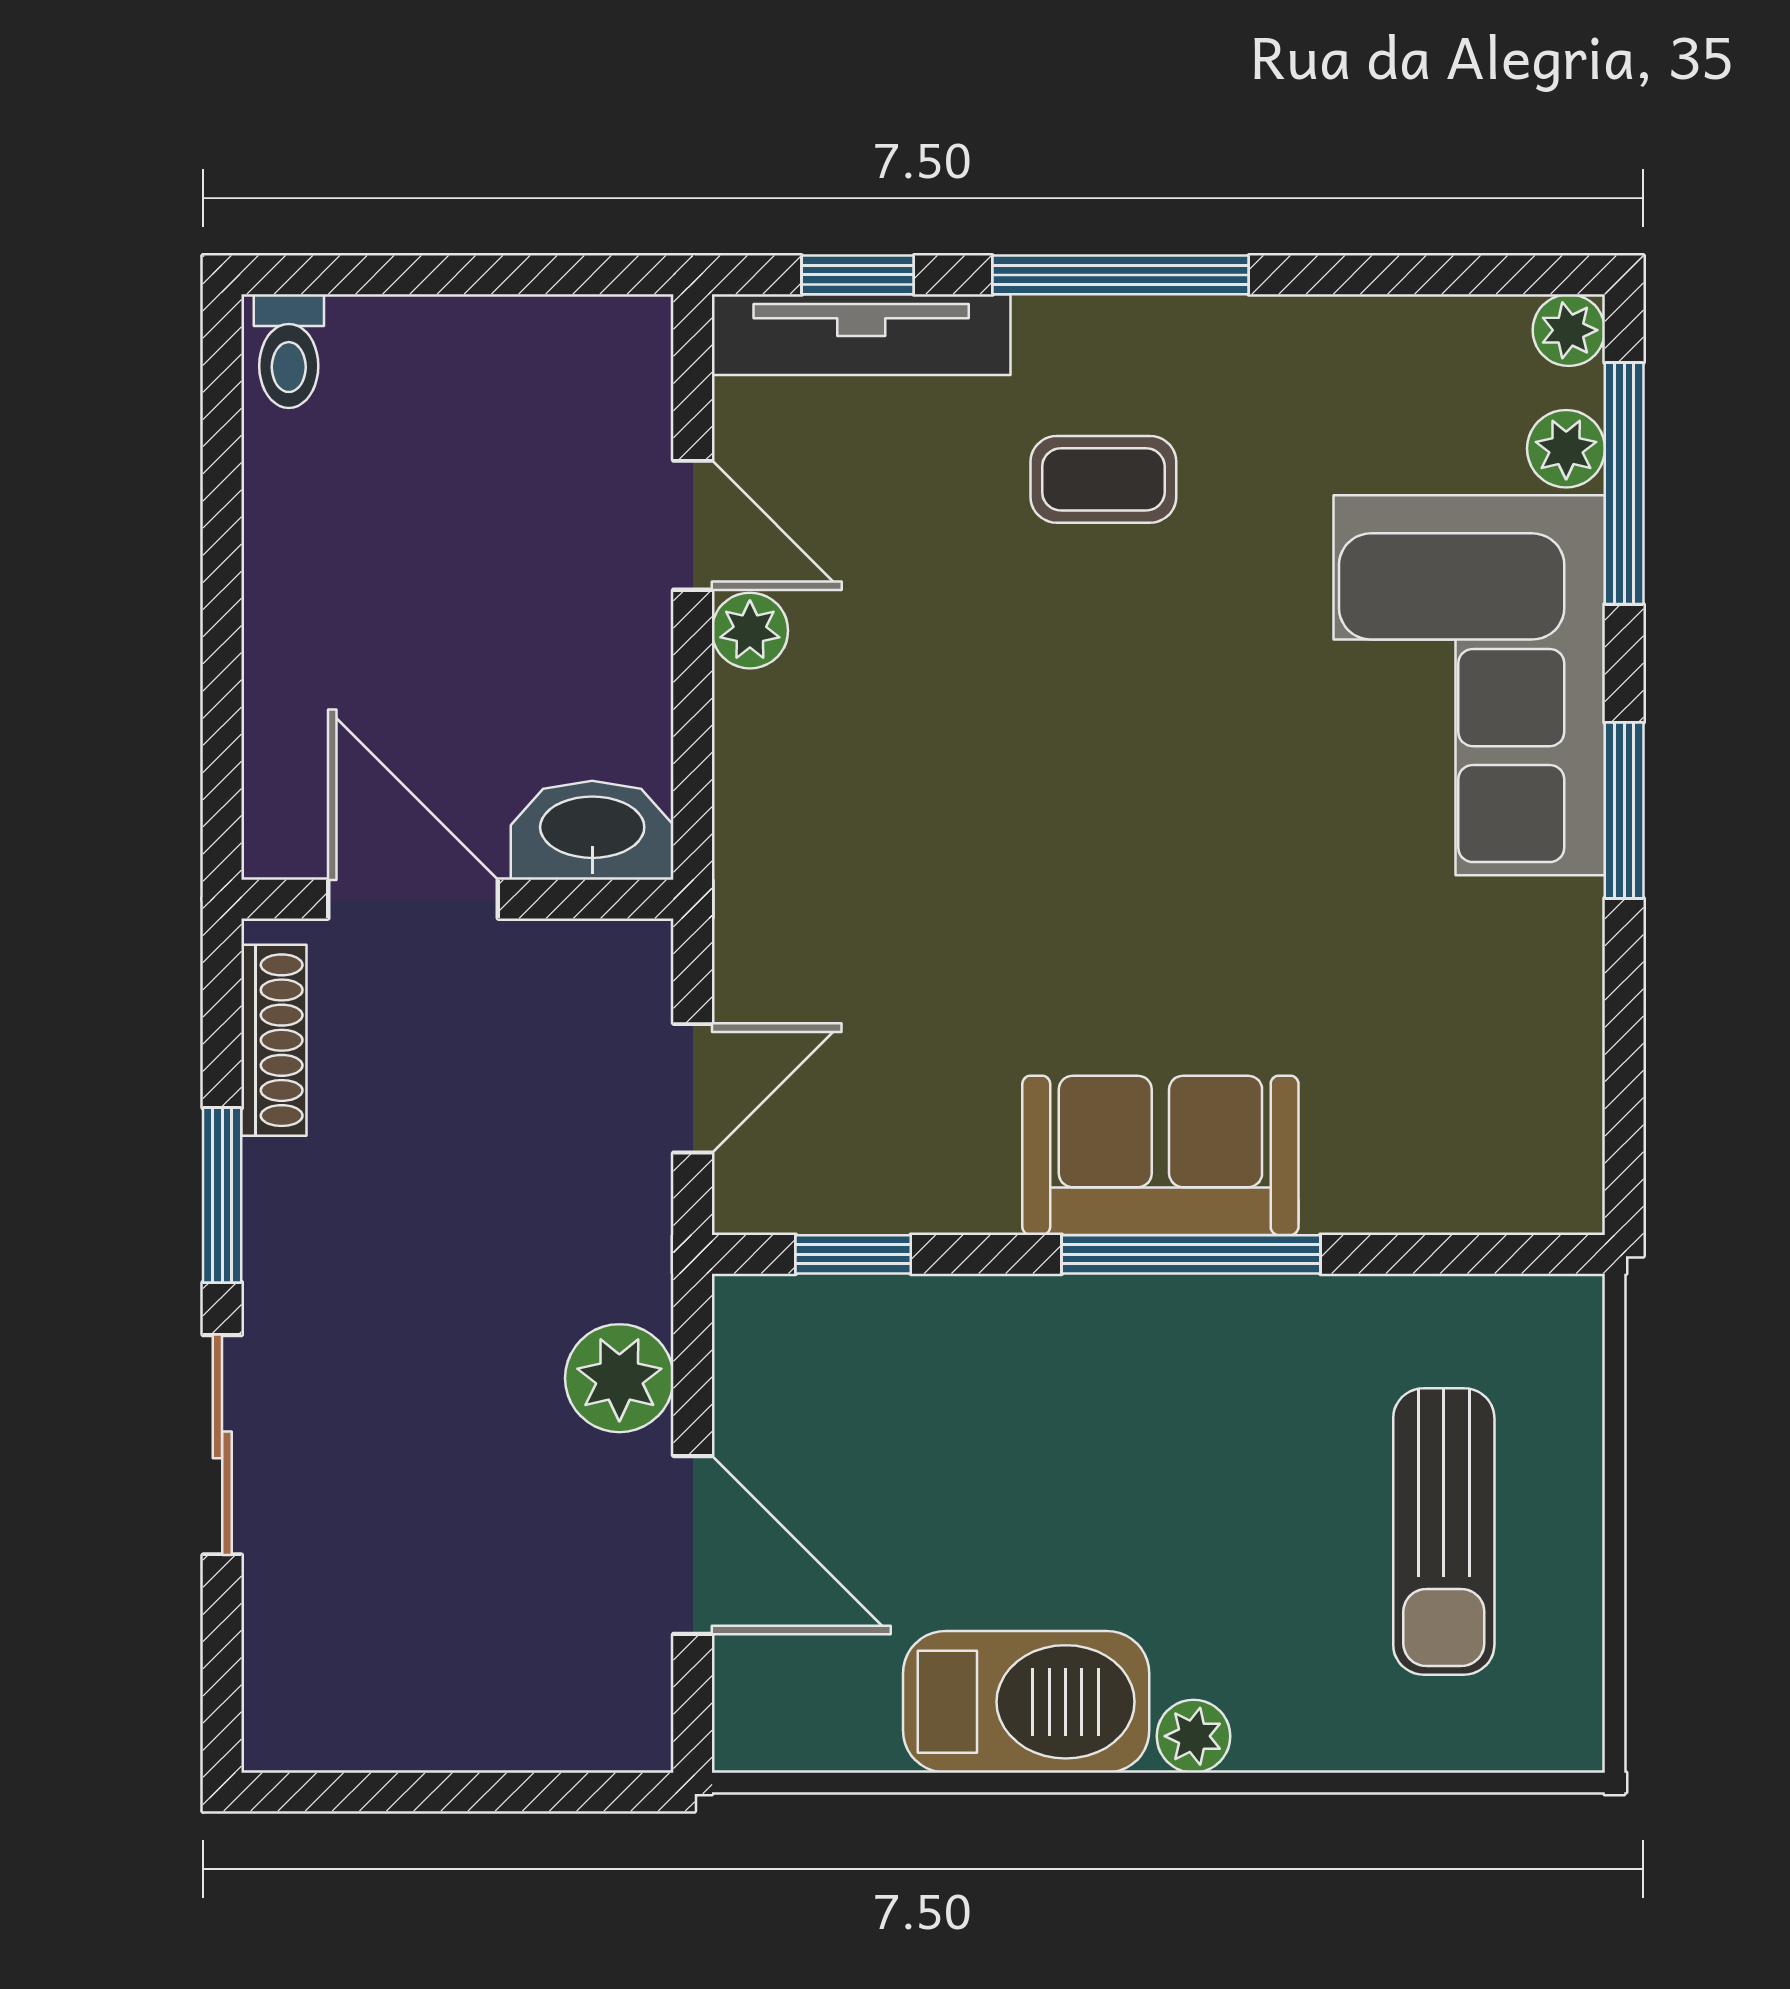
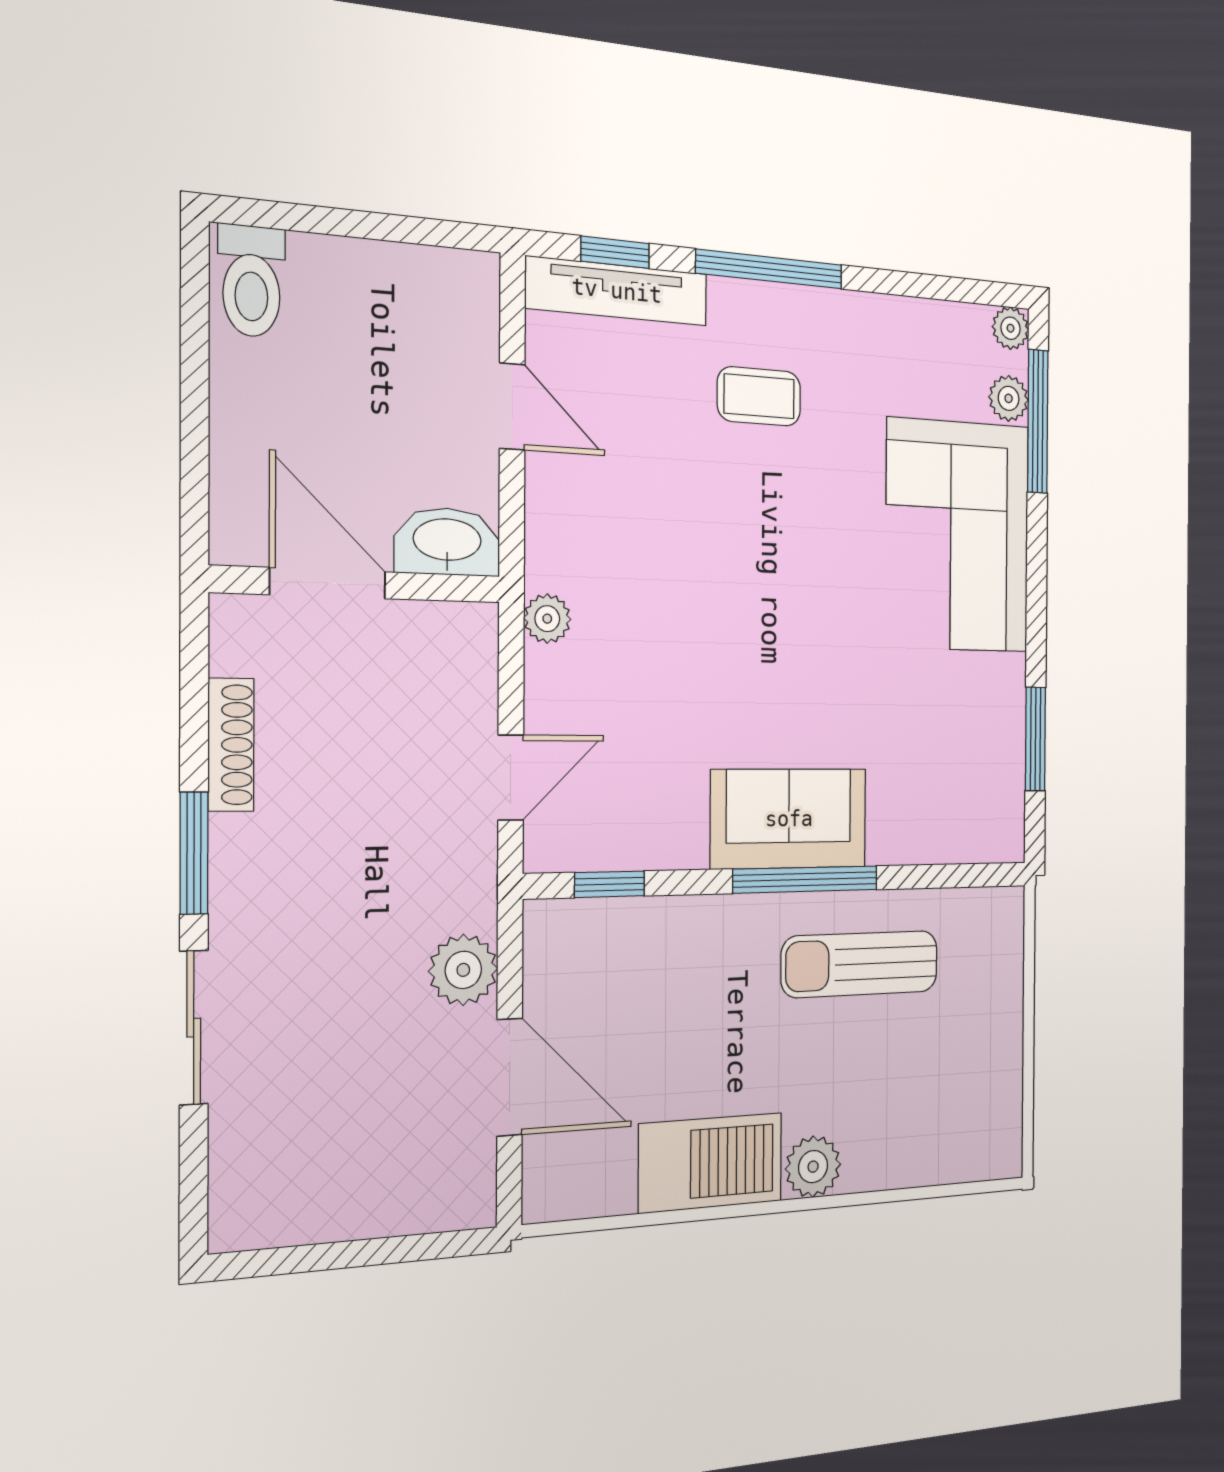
toilet: (289, 351) -> (251, 281), width x1.37, depth x1.39
plant: (750, 631) -> (547, 619), moved
window: (1624, 810) -> (1035, 739), moved
washbasin: (592, 830) -> (447, 542), moved
door: (413, 899) -> (328, 583), moved
wall: (457, 899) -> (358, 584), moved
sun lounger: (1444, 1531) -> (860, 964), moved, turned 90
plant: (1194, 1736) -> (813, 1167), width x1.38, depth x1.38

